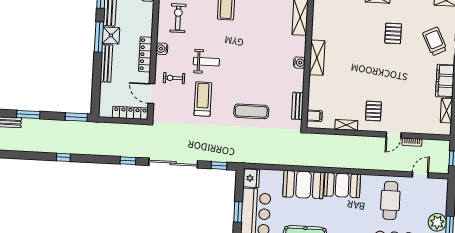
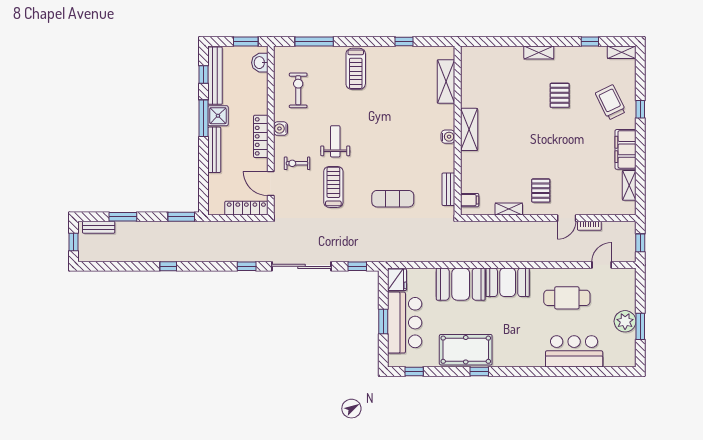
weight bench: (206, 62) -> (335, 141), turned -90
cafe table: (390, 200) -> (567, 298), turned 90

